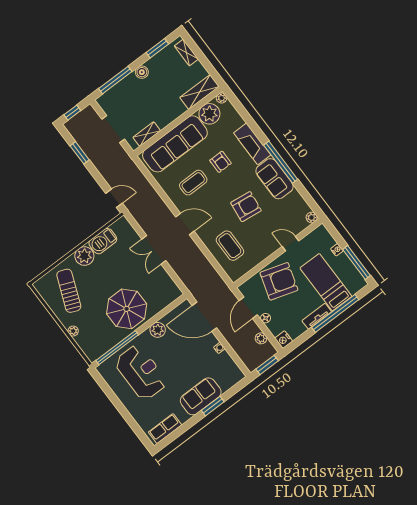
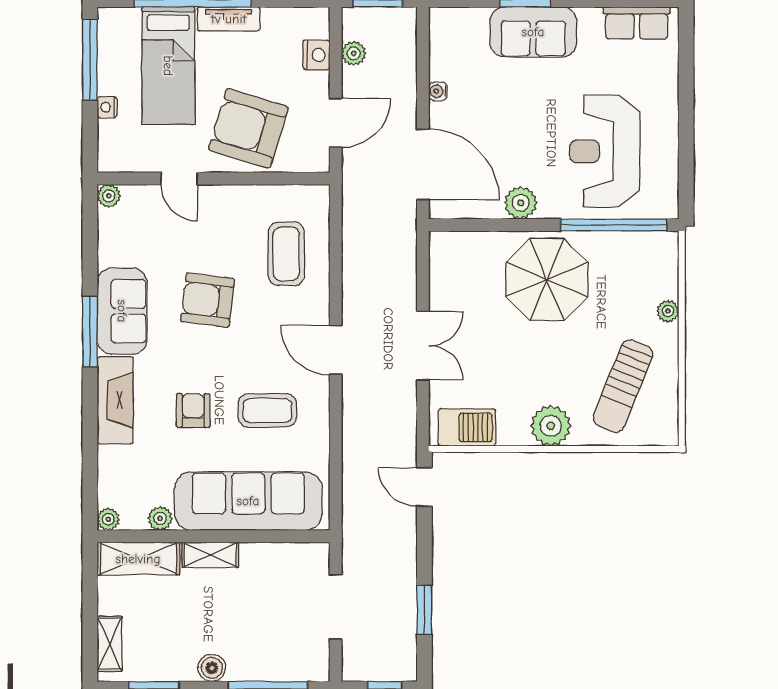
plant: (209, 114) -> (160, 518), width x0.53, depth x0.53
shelving: (147, 134) -> (210, 555), moved
window: (281, 162) -> (90, 331), width x0.68
barbecue: (103, 241) -> (467, 427), moved
floor lamp: (266, 318) -> (319, 82), removed
nightstand: (284, 340) -> (316, 55), moved

